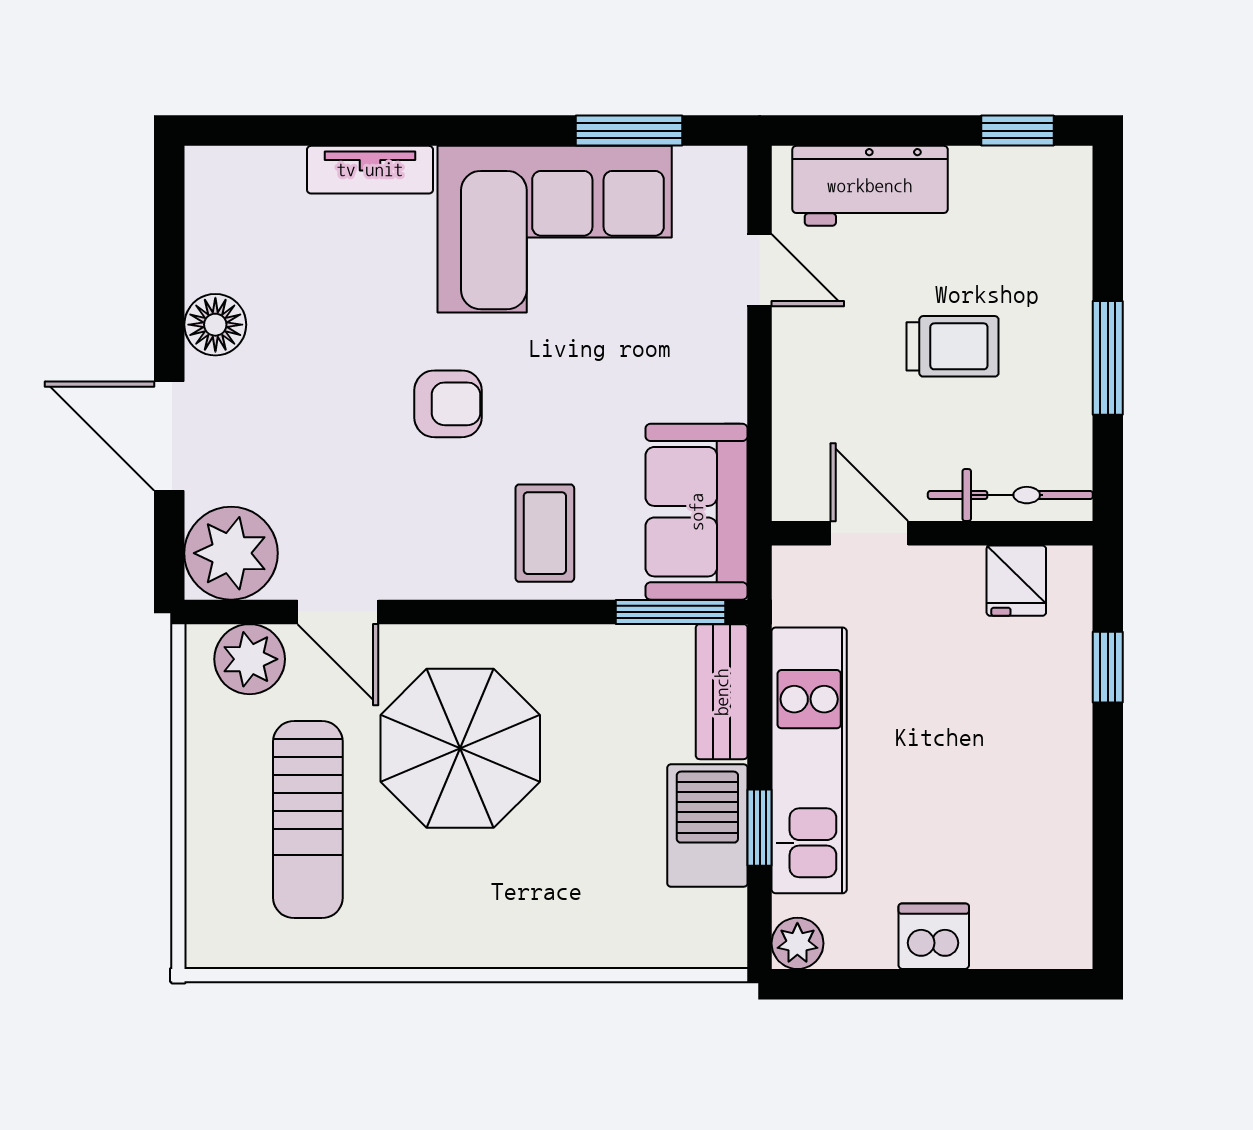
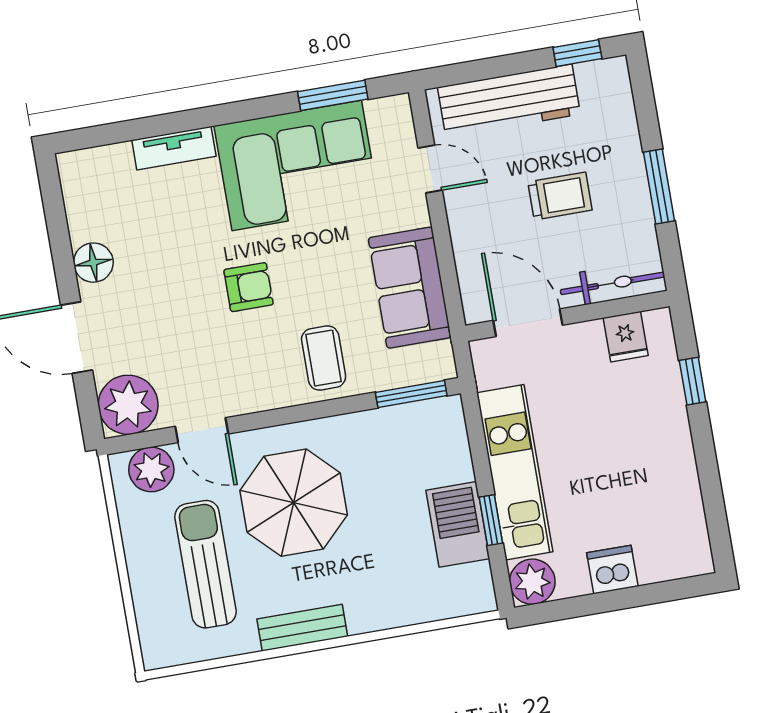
workbench: (870, 186) -> (509, 101), width x1.38
sofa: (697, 512) -> (410, 288), moved
door: (869, 533) -> (528, 323), width x1.38
bench: (722, 692) -> (302, 628), moved, turned 90
sun lounger: (308, 820) -> (206, 564), turned 180
plant: (797, 943) -> (532, 582), width x1.38, depth x1.38

